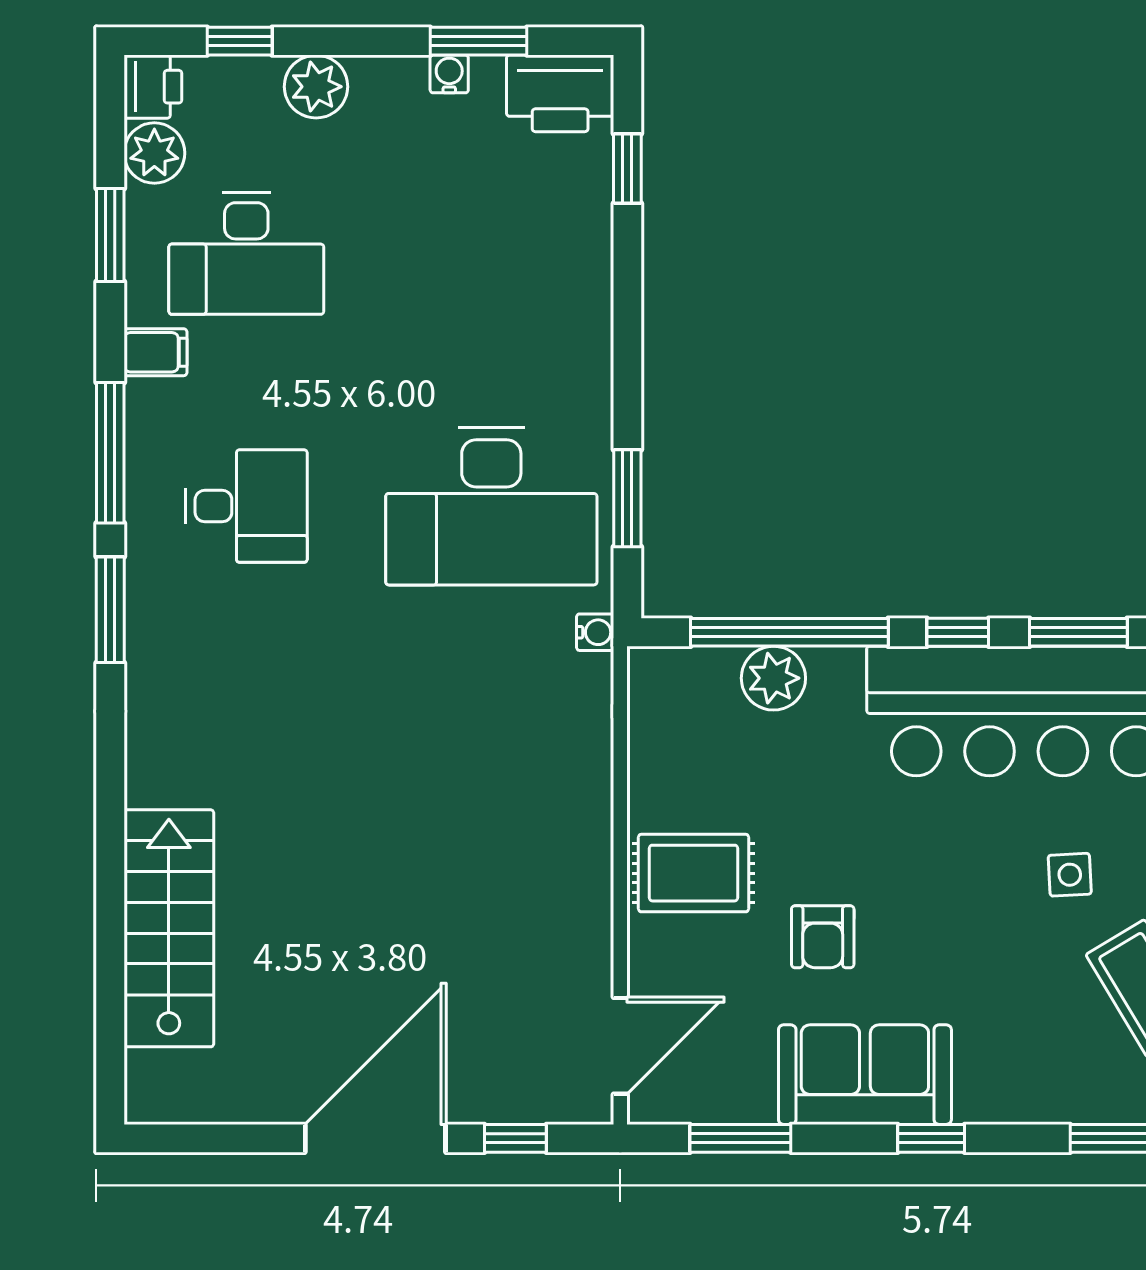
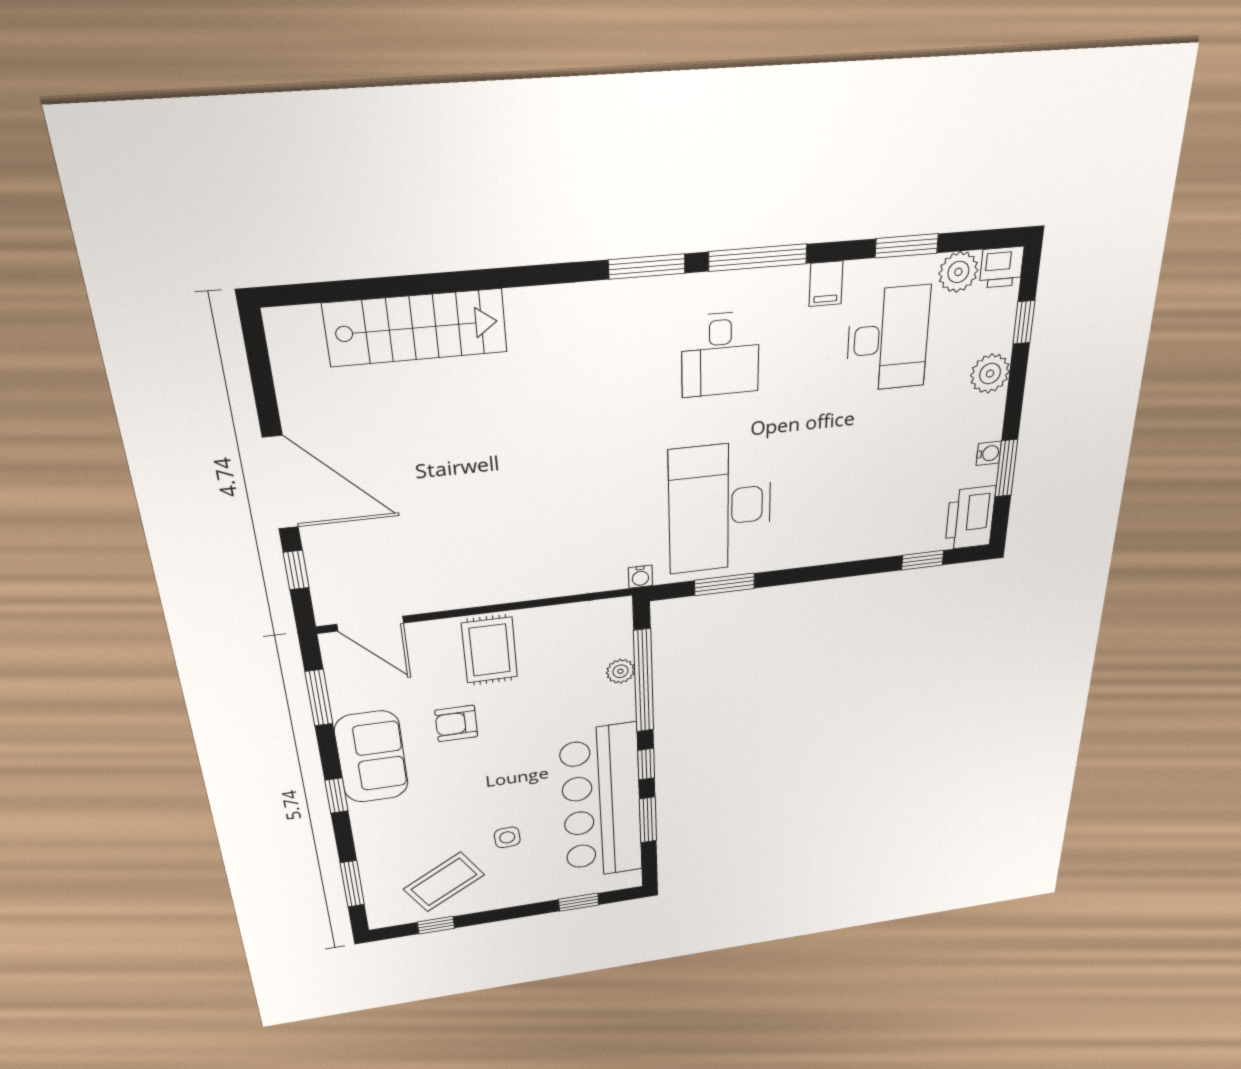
desk: (246, 254) -> (888, 339), turned 180
plant: (773, 678) -> (620, 671), width x0.73, depth x0.73

